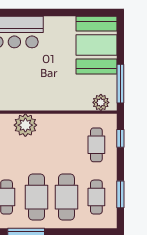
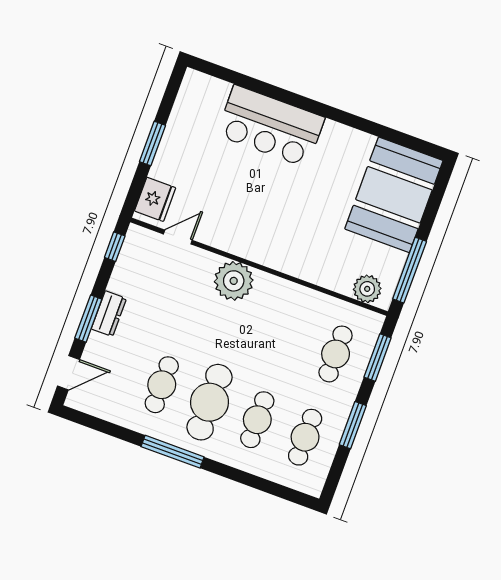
window: (120, 138) -> (378, 358), width x1.50
window: (120, 194) -> (353, 425), moved
cafe table: (66, 197) -> (257, 420), width x0.73, depth x0.74

